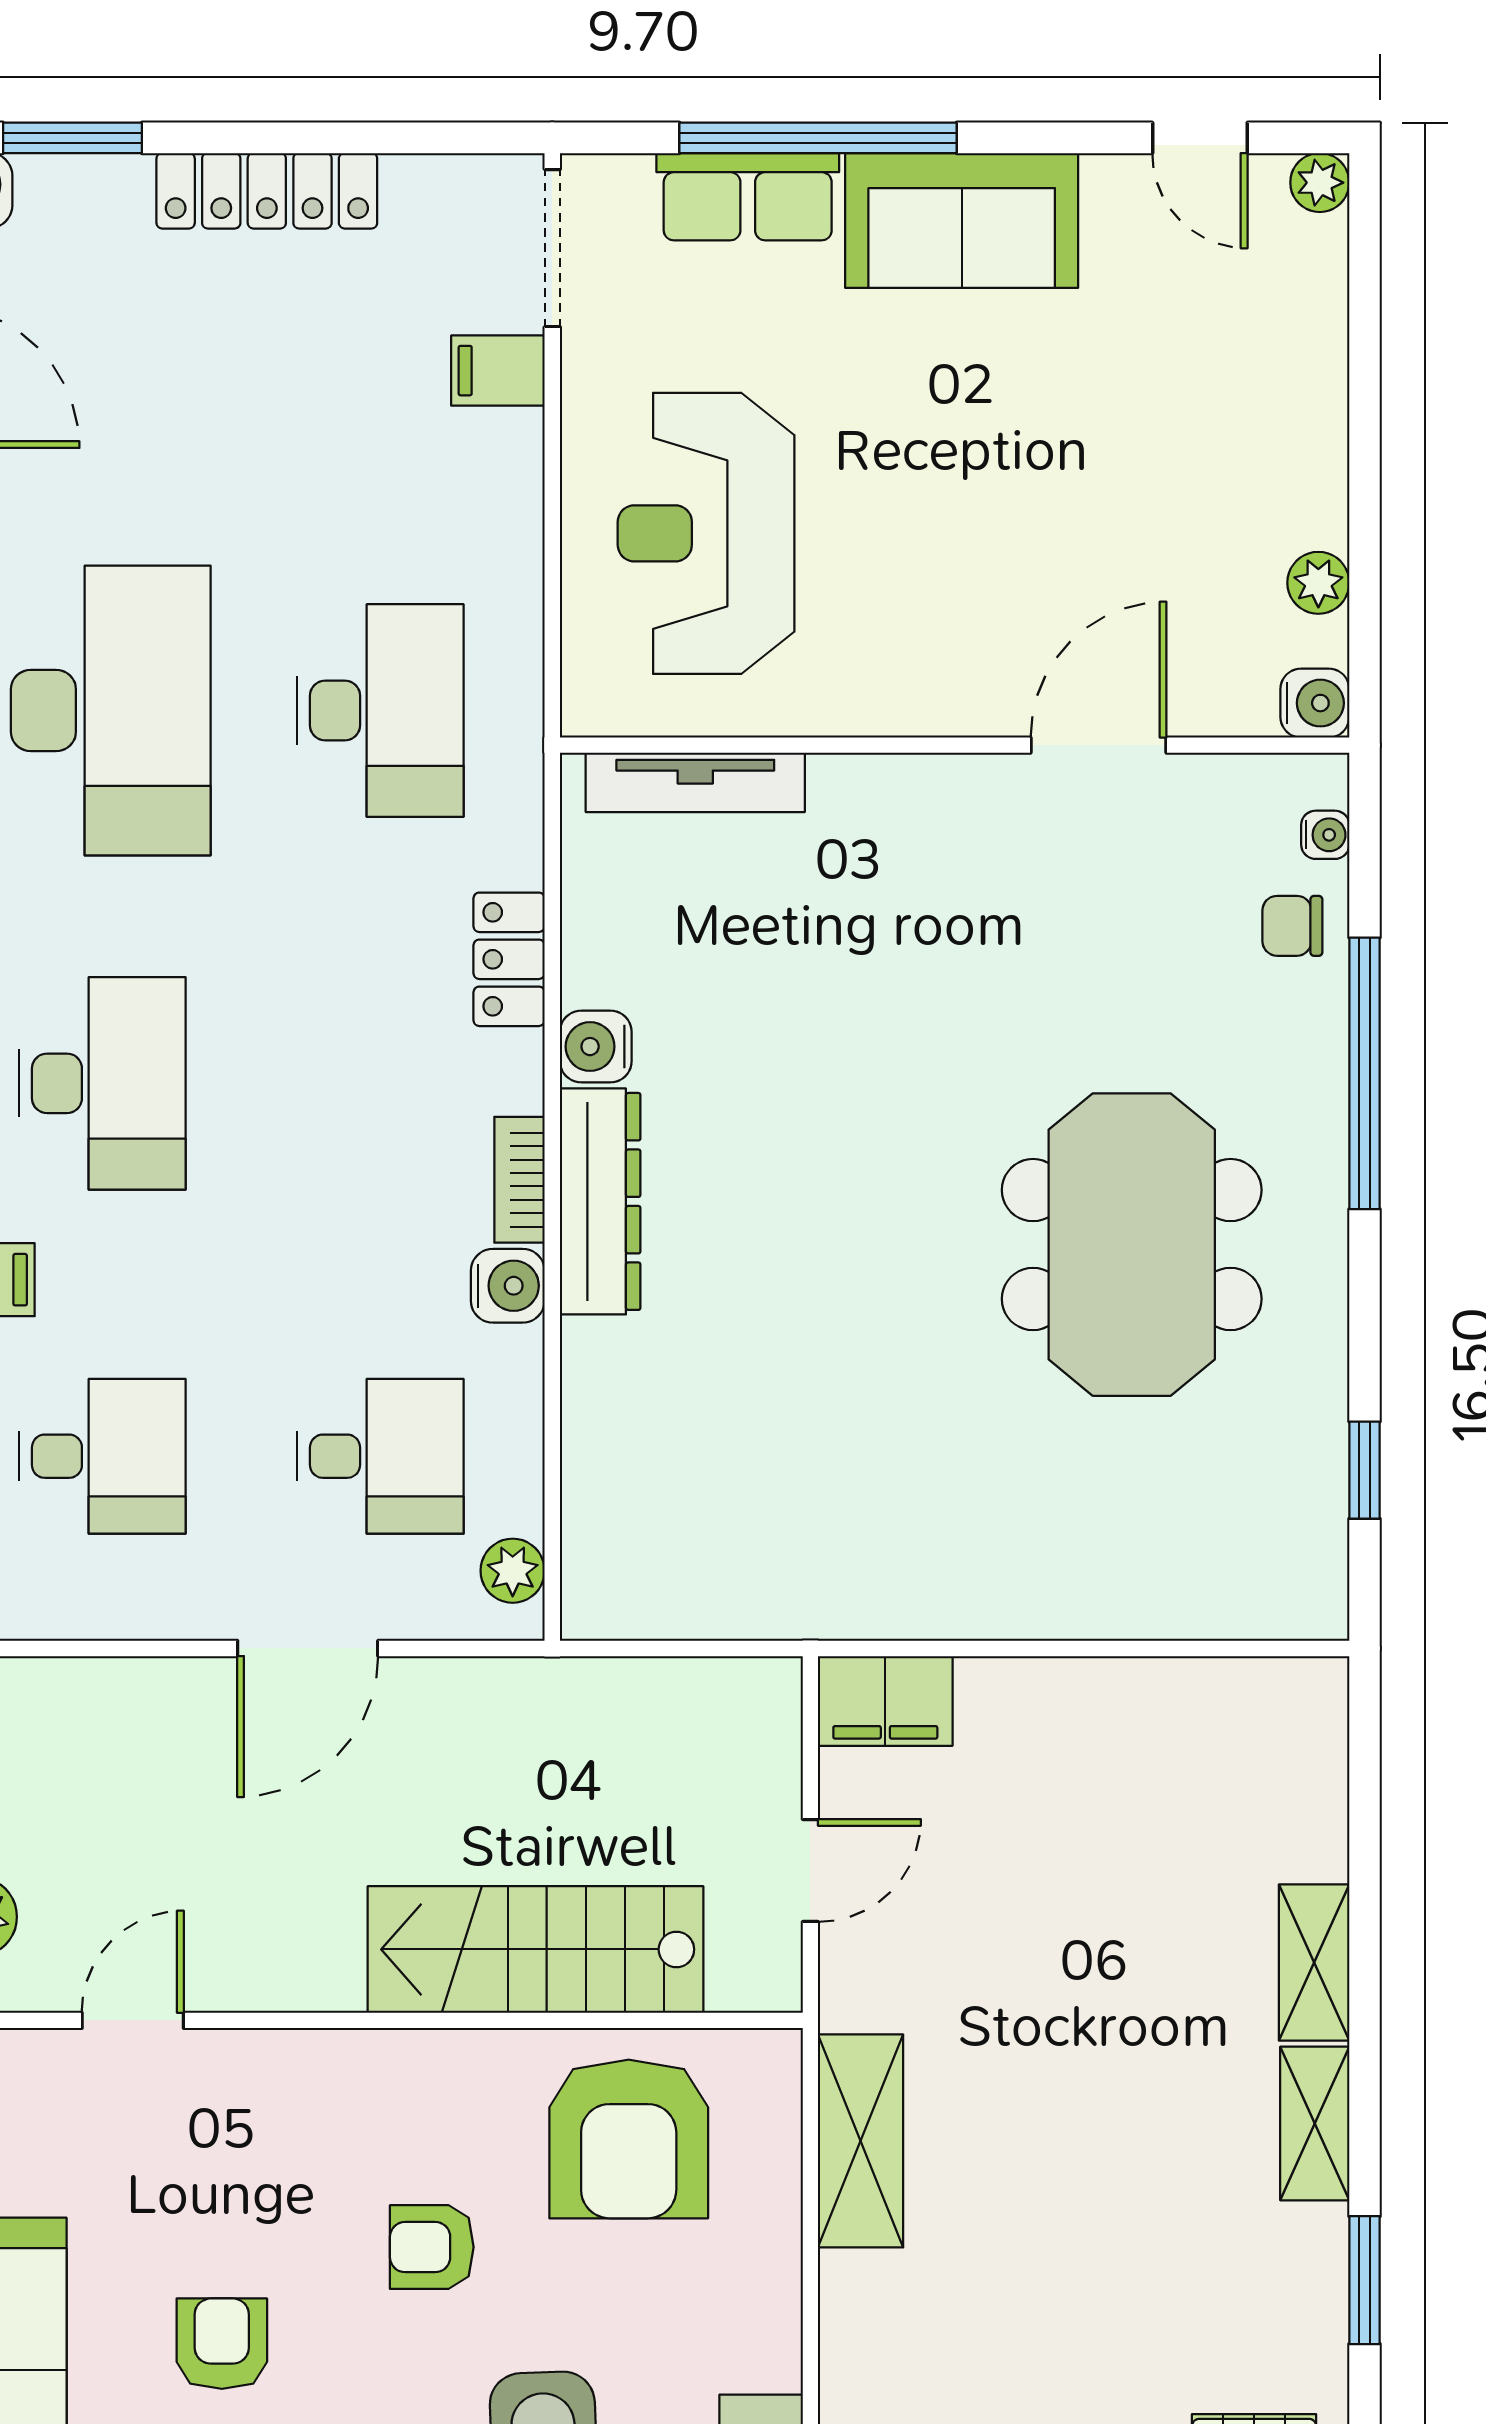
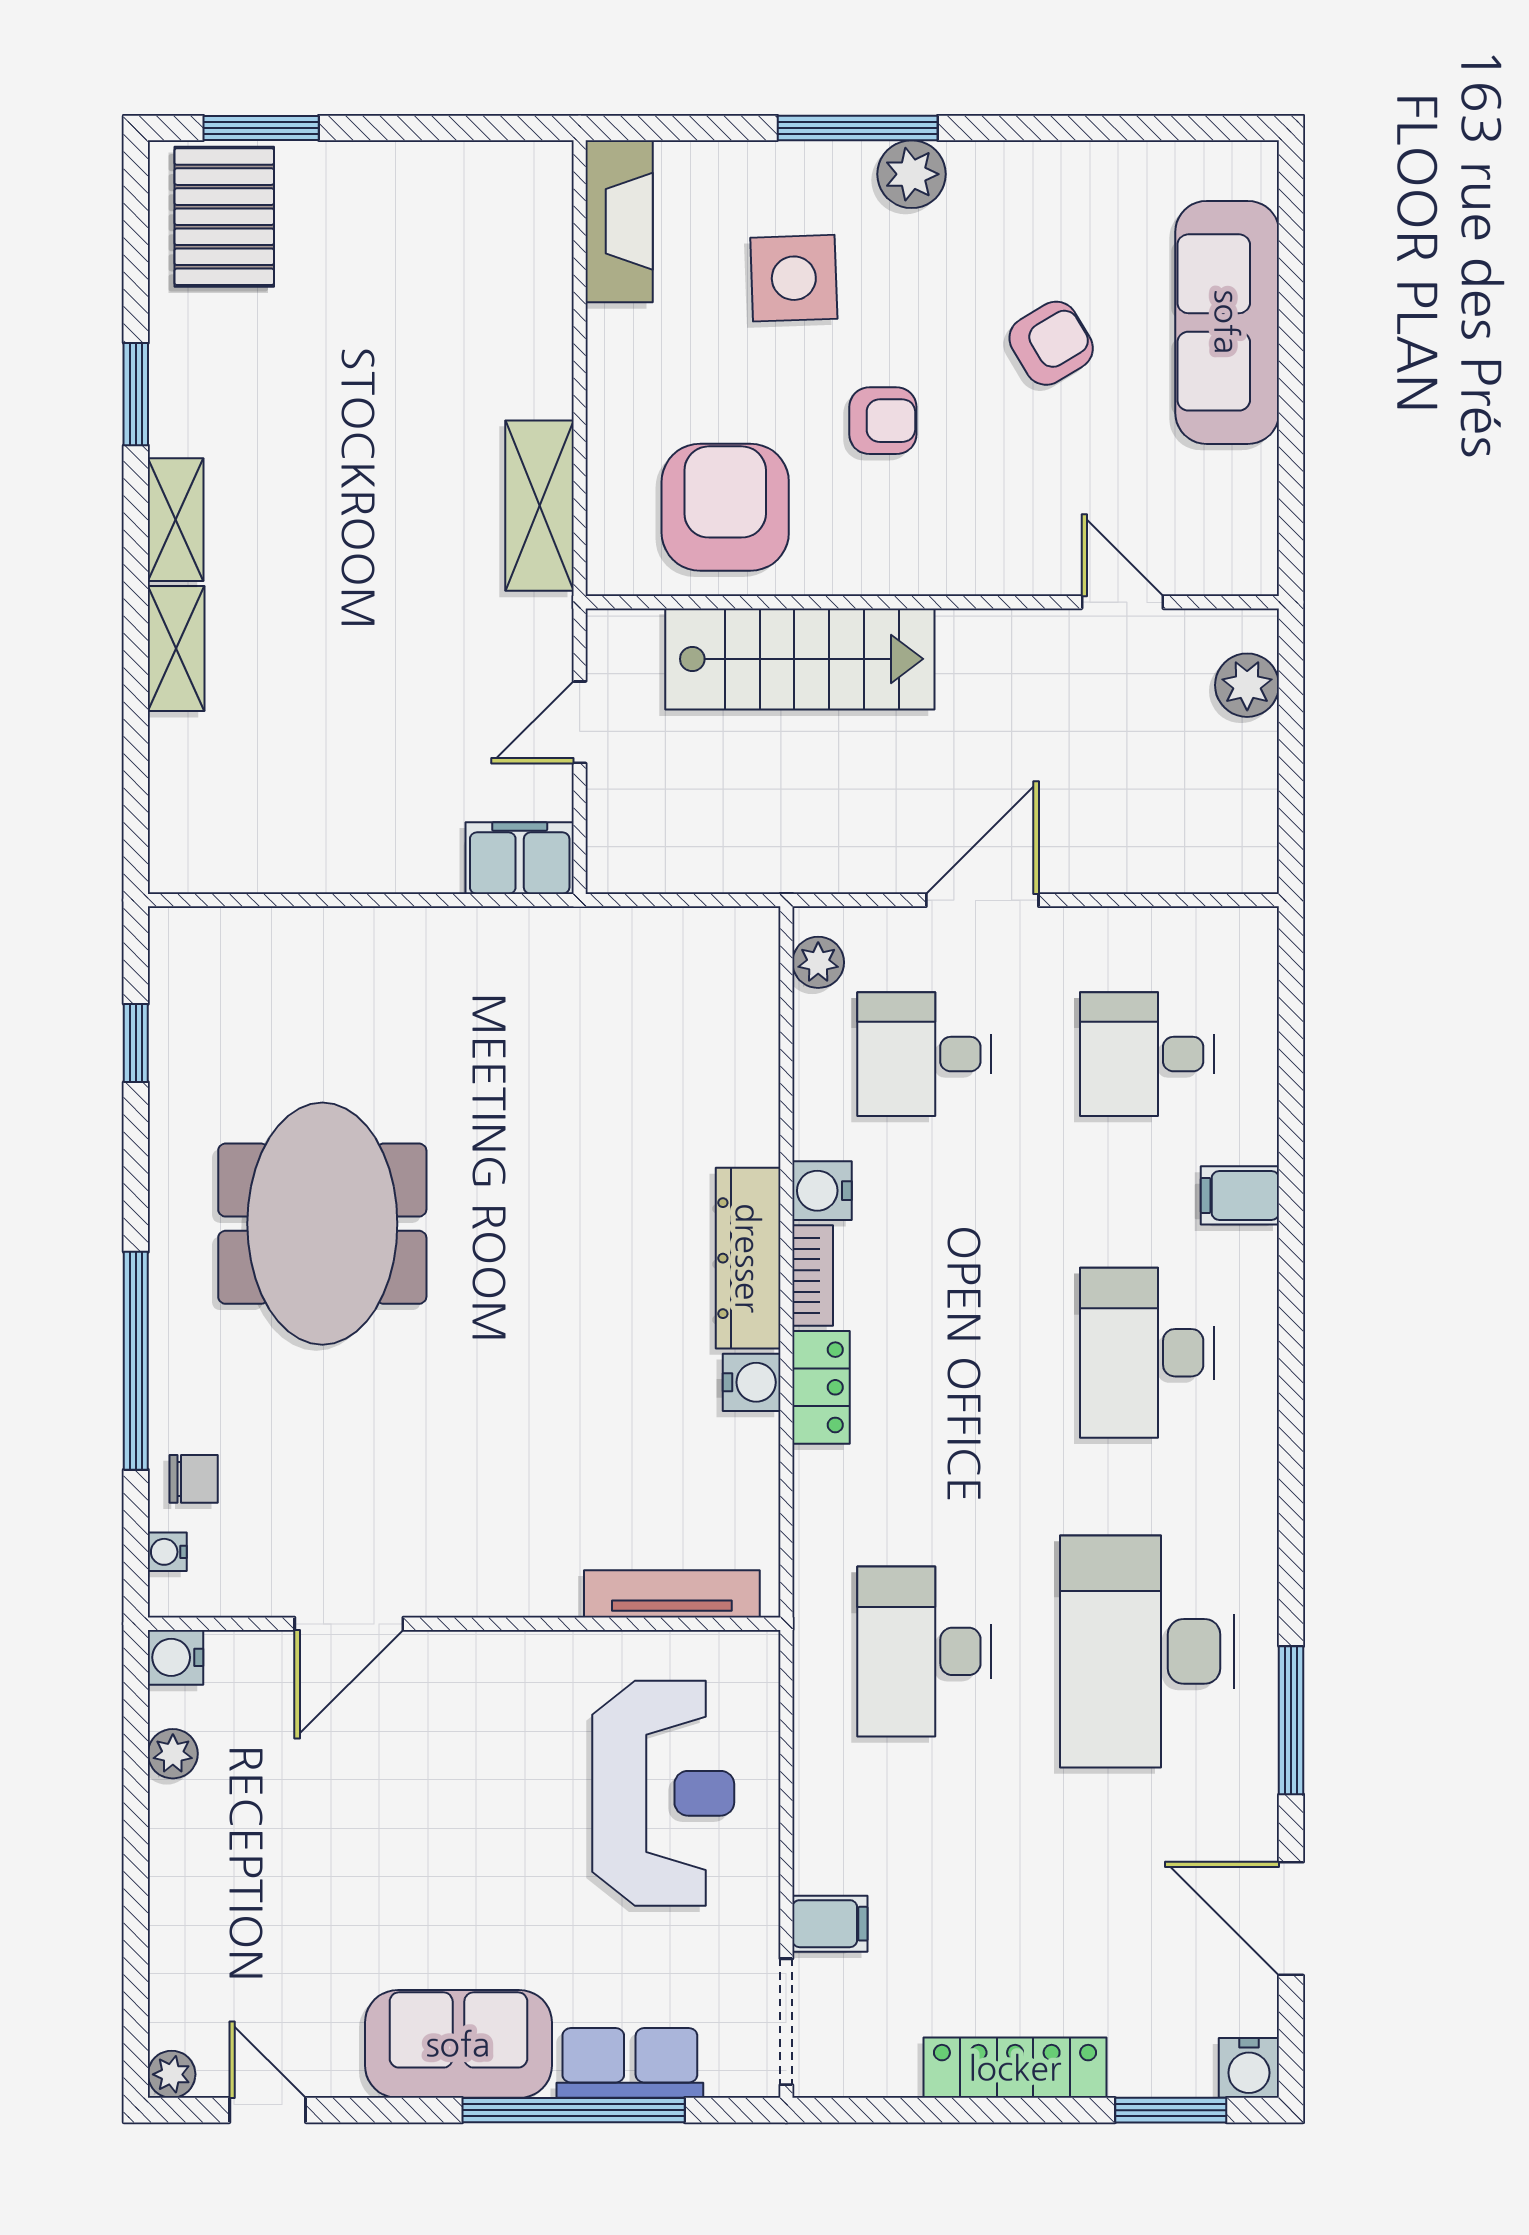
locker: (509, 959) -> (821, 1387), moved
door: (133, 2020) -> (1122, 602), swing flipped
armchair: (222, 2344) -> (1051, 343), turned -121

